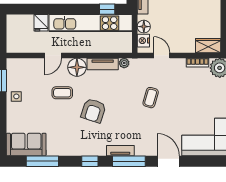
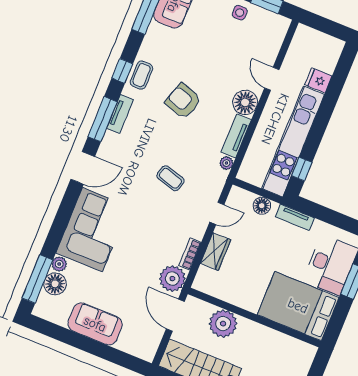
nightstand: (143, 41) -> (245, 198), removed
wardrobe: (208, 46) -> (216, 251), moved
coffee table: (62, 93) -> (141, 75), moved

